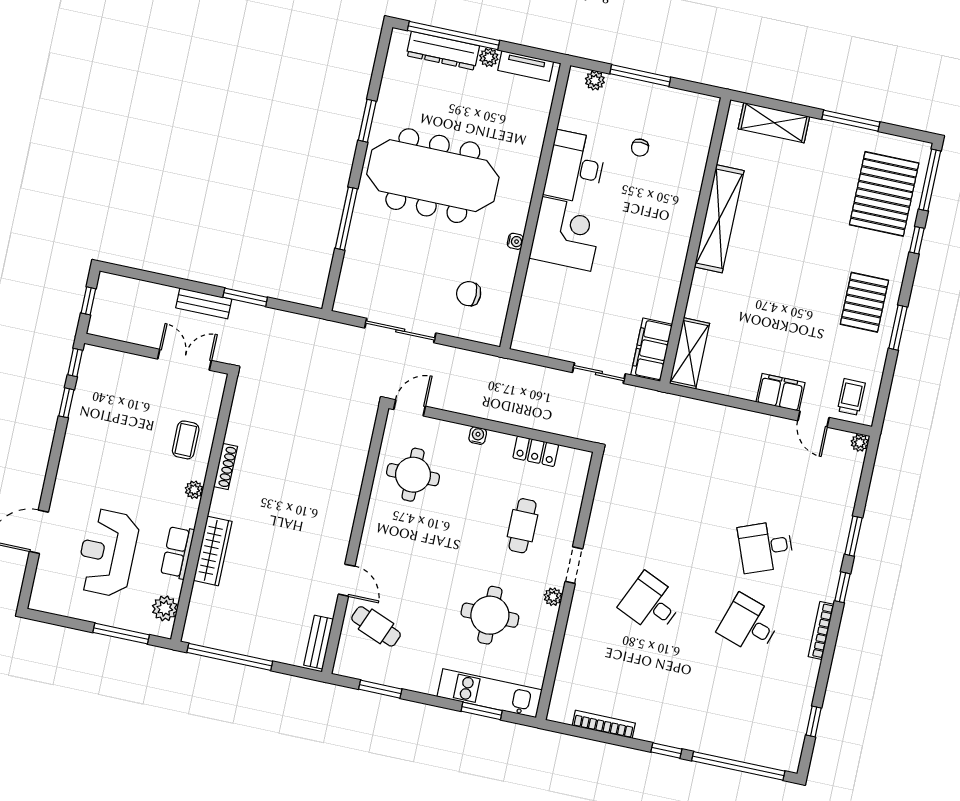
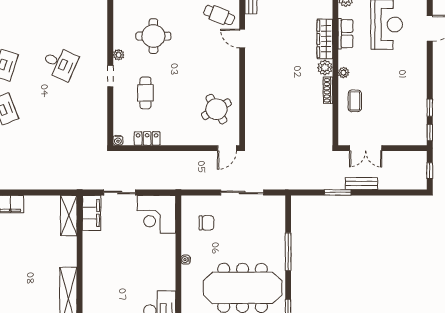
corner desk: (566, 234) -> (156, 214), moved
water cooler: (478, 436) -> (118, 140), moved
round table: (413, 475) -> (216, 109), turned -30
plant: (223, 504) -> (325, 68), added

